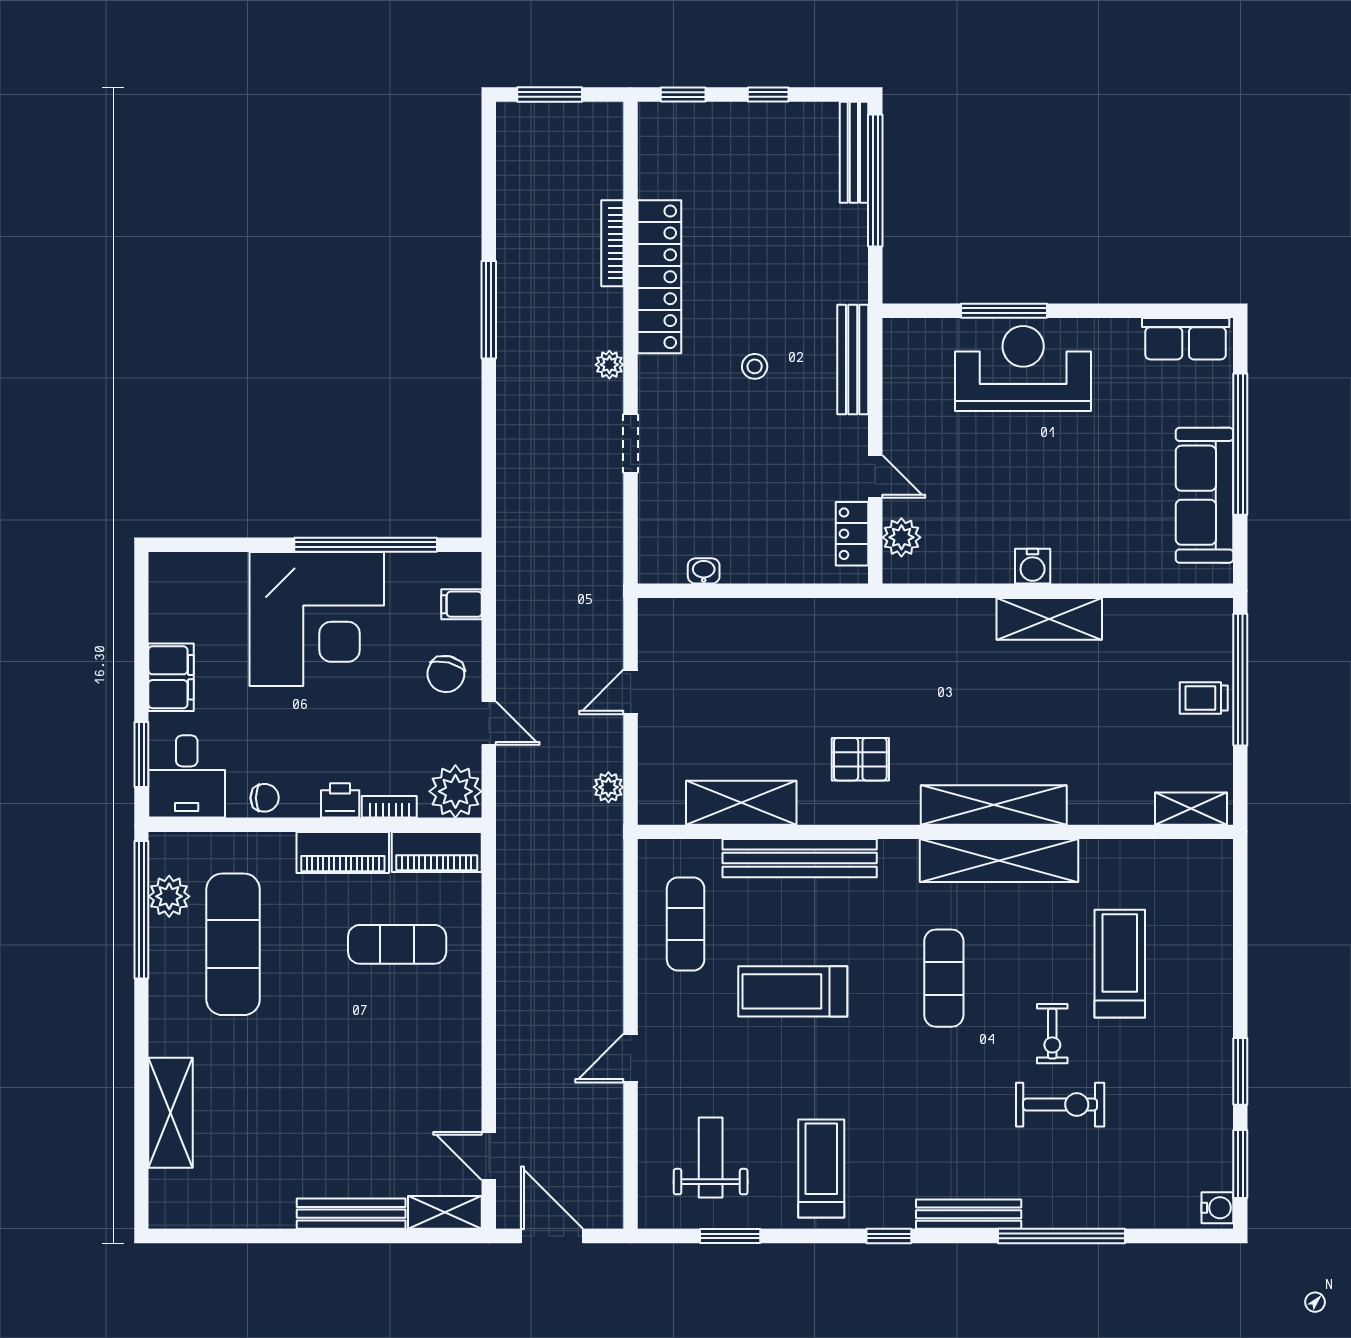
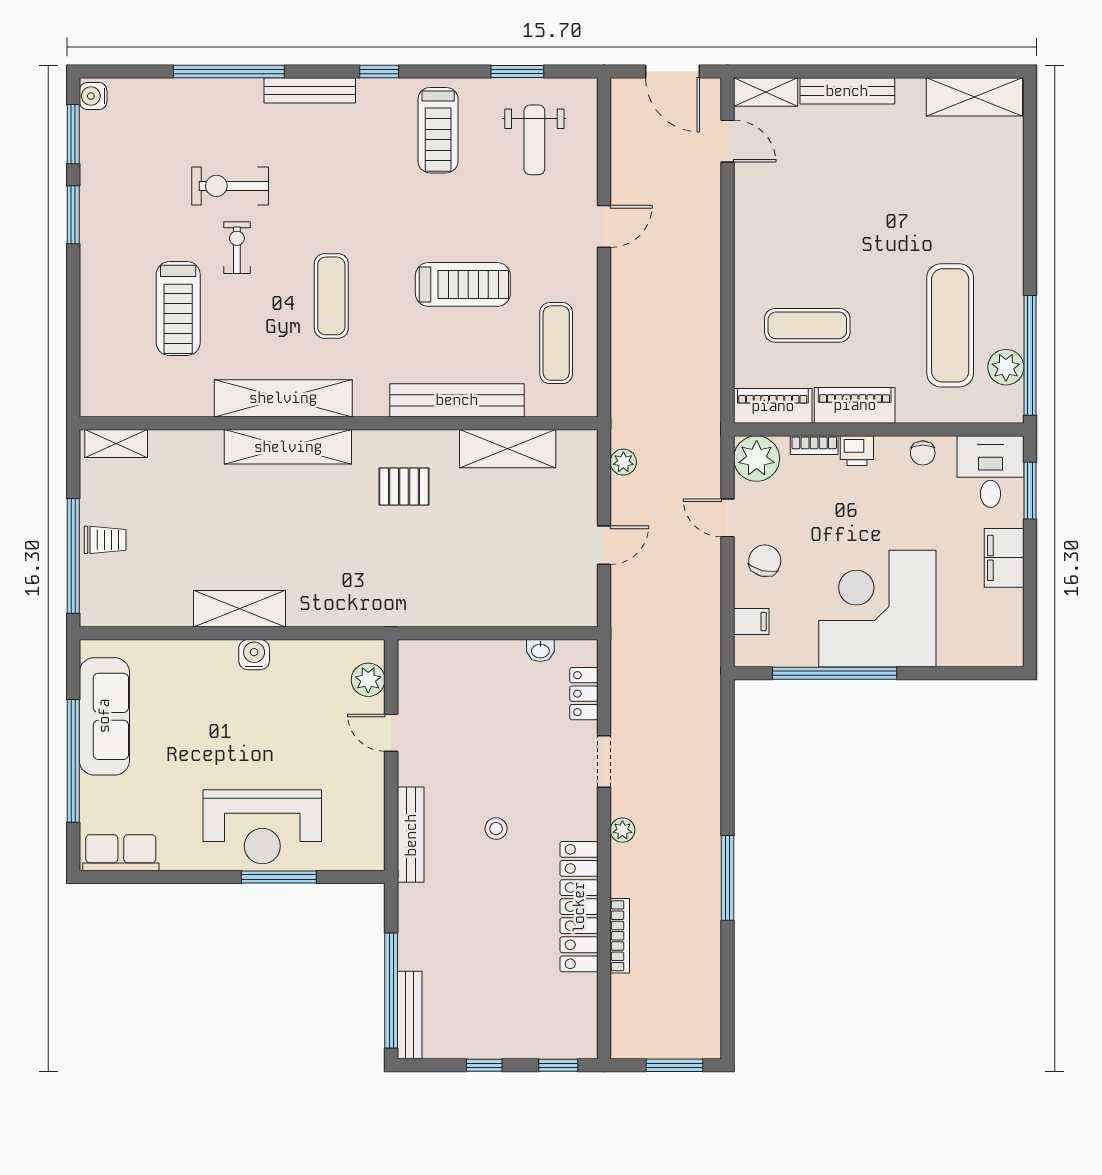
locker: (852, 534) -> (584, 694), moved, turned 180
chair: (265, 798) -> (923, 453), turned -90
shelving: (171, 1113) -> (974, 97), moved, turned 90

